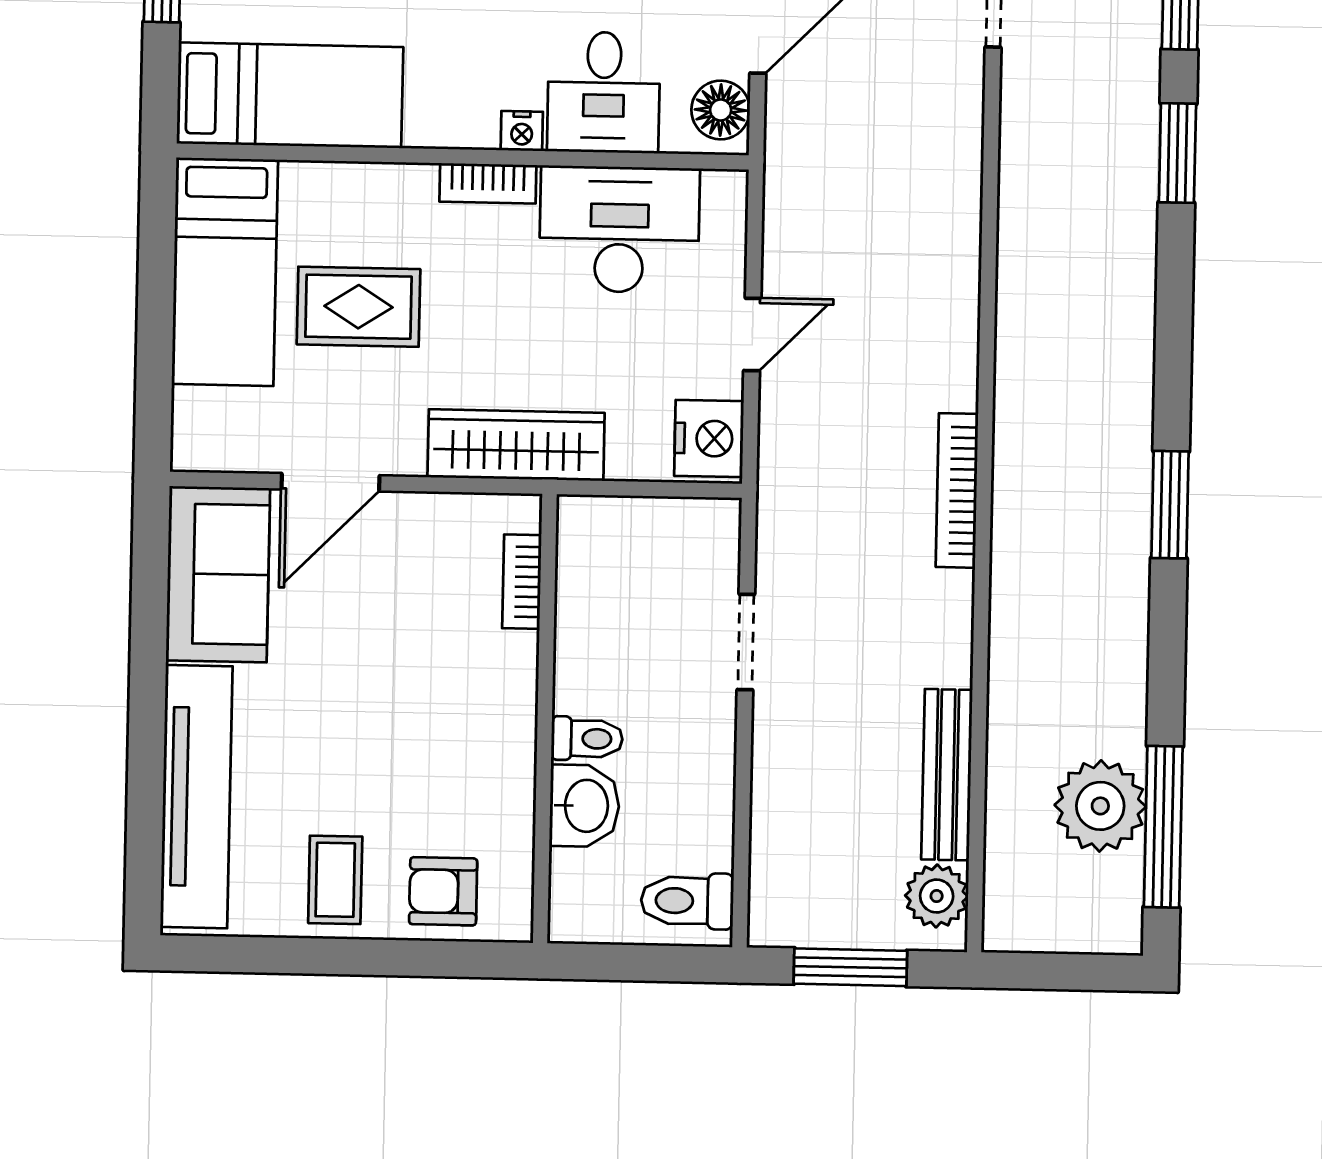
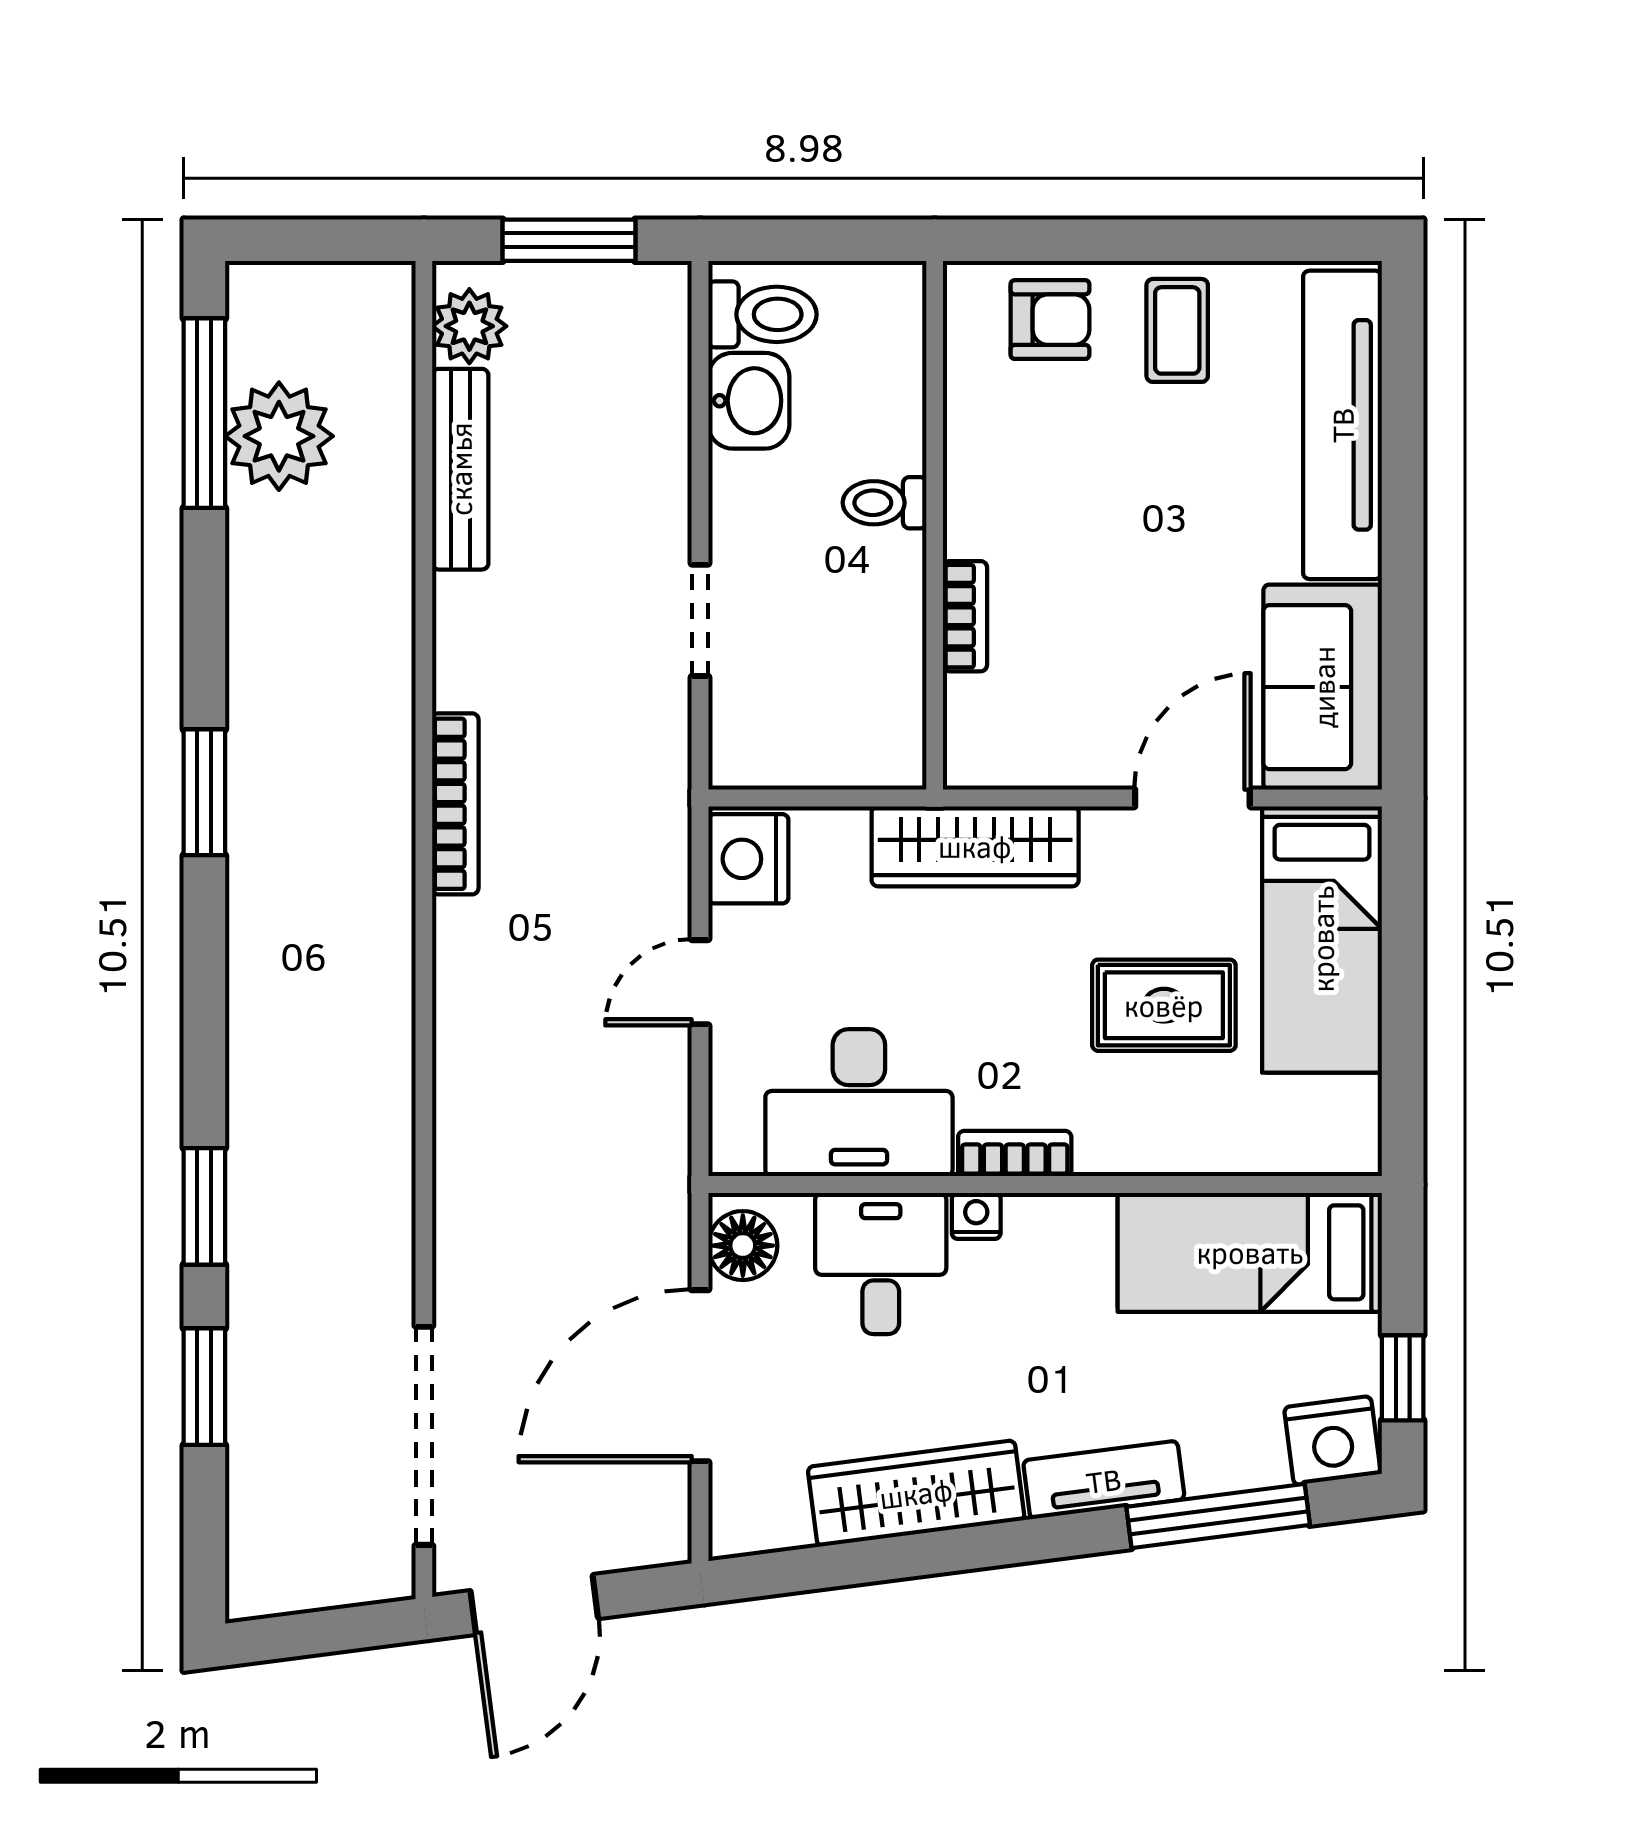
bed: (225, 272) -> (1322, 939), moved, turned 180
bookcase: (522, 582) -> (965, 616), moved
washbasin: (584, 806) -> (749, 401), moved, turned 180

